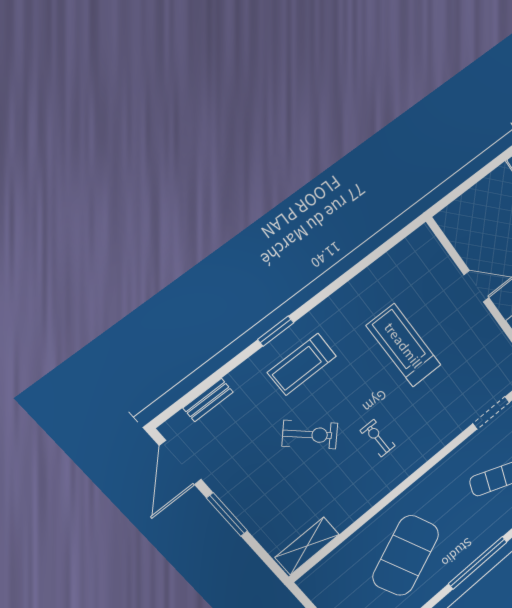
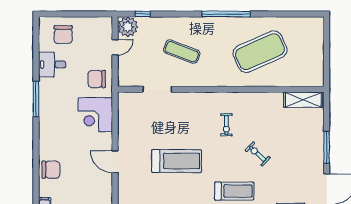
treadmill: (404, 345) -> (177, 161), turned -90
exercise bike: (310, 435) -> (258, 154), width x0.73, depth x0.72

